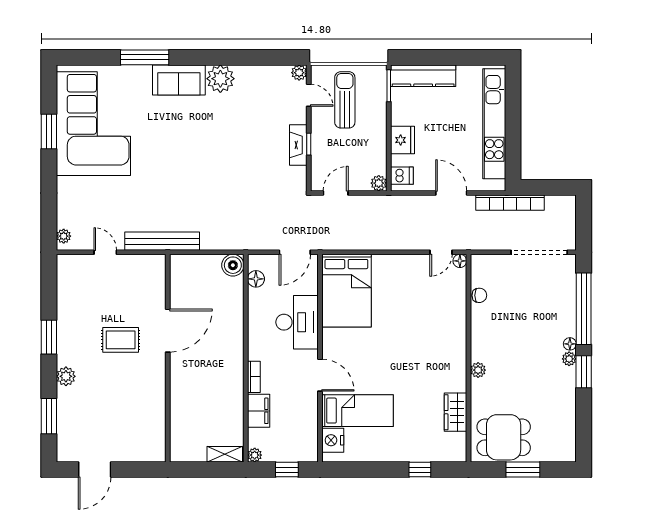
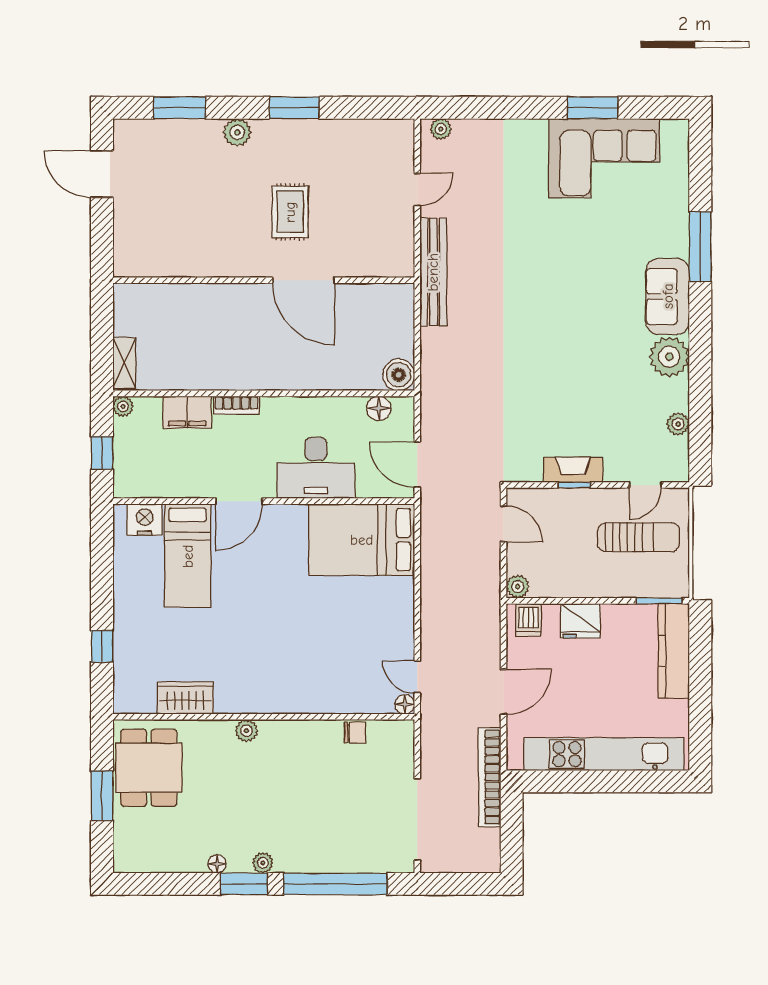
plant: (299, 73) -> (678, 424), moved
corner sofa: (93, 124) -> (604, 158), width x0.73, depth x0.74
chair: (479, 295) -> (355, 732), turned -90
floor lamp: (570, 344) -> (217, 864), moved

